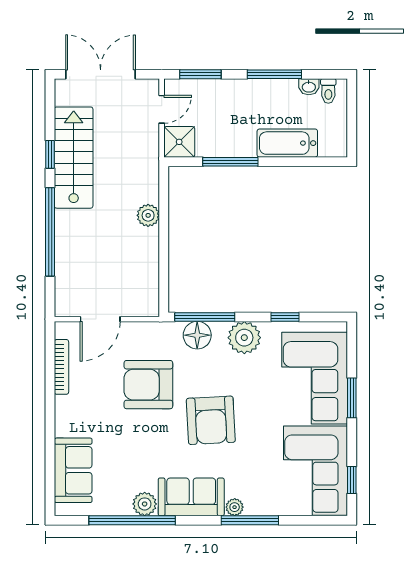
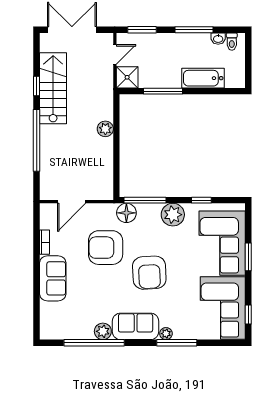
floor lamp: (197, 335) -> (126, 213), moved
bookcase: (61, 367) -> (45, 242), width x0.64
sofa: (73, 470) -> (53, 278), moved

